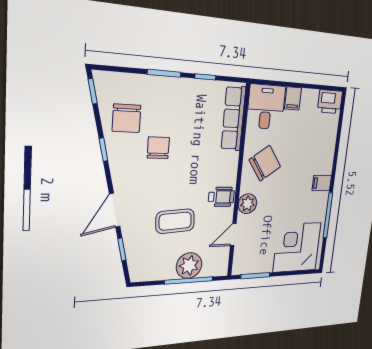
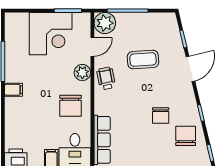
chair: (265, 163) -> (70, 106), turned -55
wheelchair: (221, 197) -> (106, 78), turned 79
corner desk: (297, 247) -> (51, 34), moved
plant: (189, 266) -> (105, 23), moved

